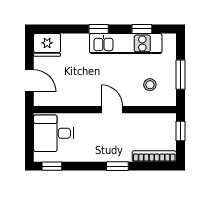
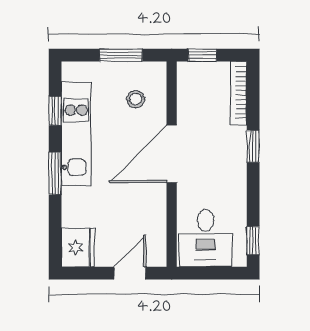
window: (99, 29) -> (55, 173), width x1.50
door: (112, 110) -> (172, 154), width x1.87

